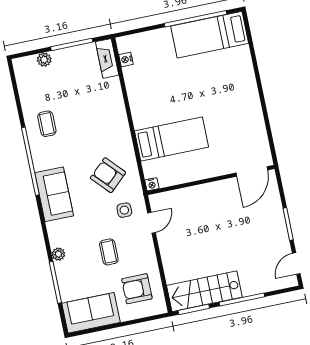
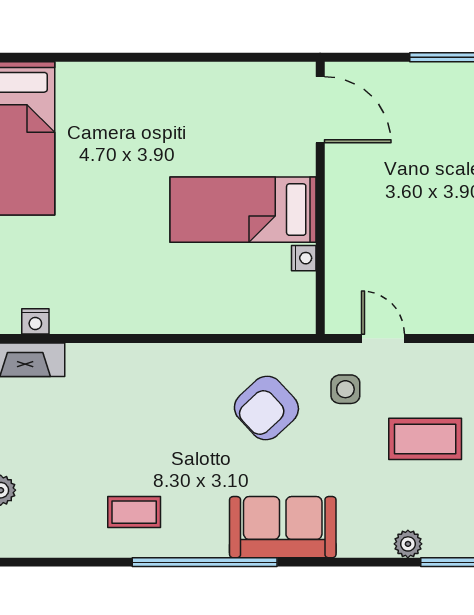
bed: (172, 139) -> (243, 210), moved, turned -90
nightstand: (152, 184) -> (304, 258), moved
coffee table: (109, 252) -> (425, 439), width x1.36, depth x1.30

